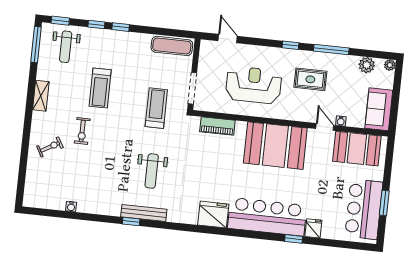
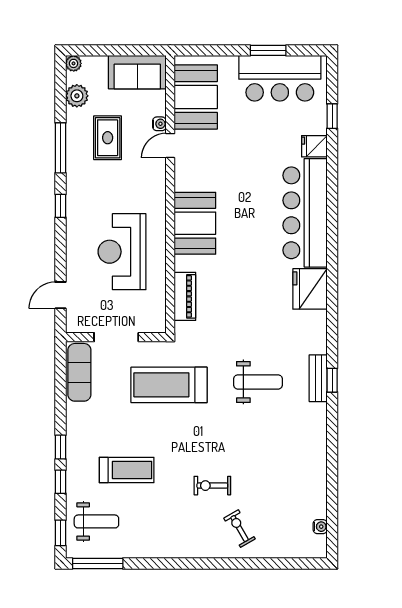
rug: (310, 79) -> (108, 138), moved
treadmill: (100, 88) -> (127, 470), moved
doorway: (192, 88) -> (116, 337), moved
shelving: (41, 96) -> (169, 549), removed
treadmill: (156, 108) -> (169, 385), width x1.37, depth x1.38
exercise bike: (82, 131) -> (212, 486), turned 180
booth: (275, 146) -> (195, 223), width x0.73, depth x0.70
water cooler: (71, 207) -> (320, 527), moved
bench: (144, 213) -> (318, 378), width x0.73
window: (131, 222) -> (332, 380), moved
window: (294, 239) -> (332, 116), moved

